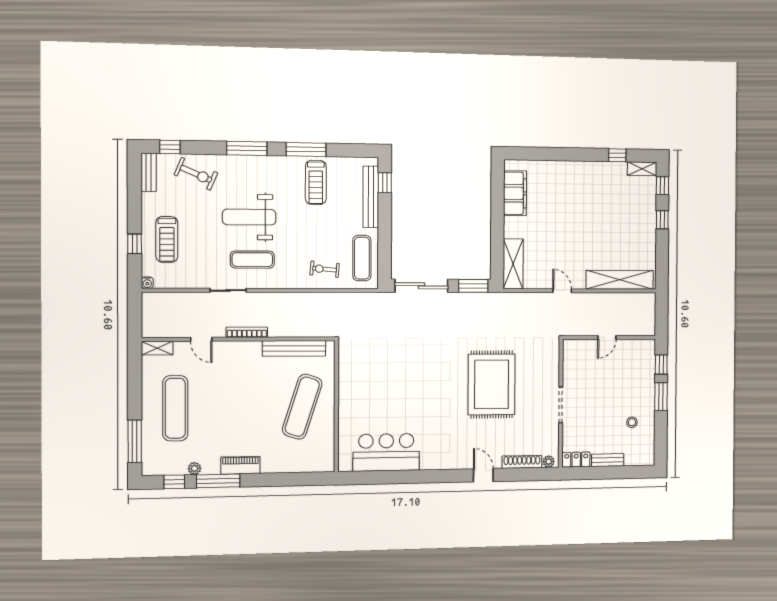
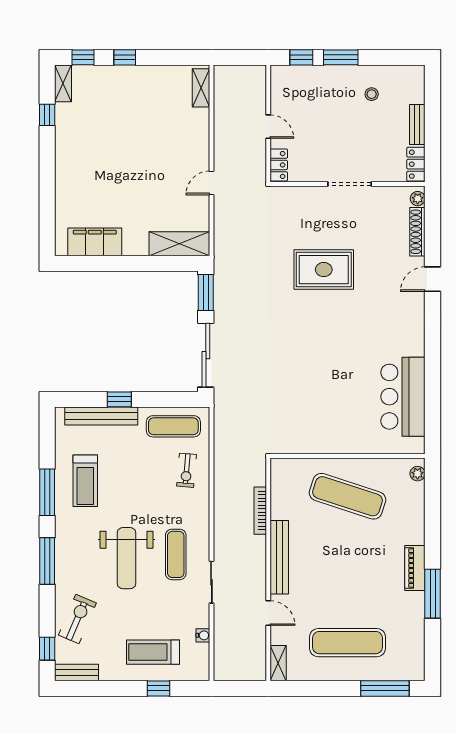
treadmill: (316, 182) -> (85, 481), turned 90
window: (385, 183) -> (119, 399), moved
treadmill: (167, 239) -> (153, 652), turned 180
shelving: (620, 280) -> (201, 88), width x0.45, depth x0.75
water cooler: (147, 283) -> (203, 635), moved
bookcase: (247, 332) -> (260, 511), moved
door: (201, 339) -> (268, 613), hinge flipped
locker: (576, 346) -> (279, 165), added
bench: (294, 348) -> (279, 557), moved
rug: (492, 384) -> (324, 270), width x0.73, depth x0.69
plant: (194, 468) -> (418, 474), moved
window: (174, 482) -> (433, 644), removed

